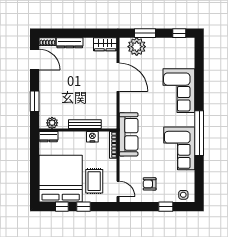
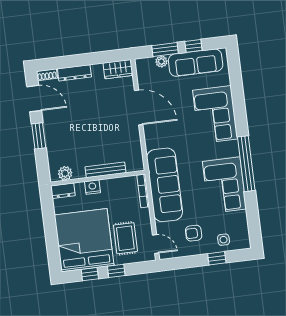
window: (179, 33) -> (193, 46), moved
plant: (137, 47) -> (161, 62), width x0.53, depth x0.53
sofa: (168, 47) -> (196, 63), added
window: (35, 101) -> (39, 136), moved
sofa: (129, 134) -> (165, 185), width x1.36, depth x1.27
nightstand: (92, 137) -> (92, 187), moved
side table: (183, 195) -> (224, 240), moved

